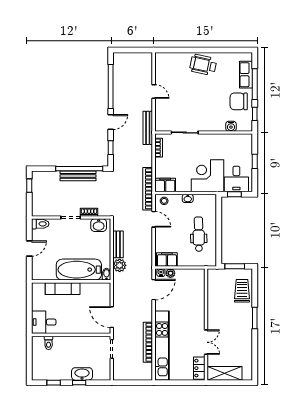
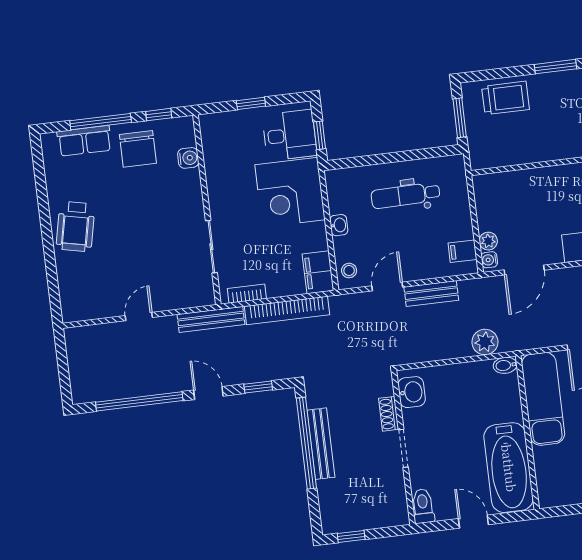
bookcase: (148, 189) -> (287, 310), moved
bench: (118, 244) -> (431, 294), moved
filing cabinet: (167, 260) -> (462, 251), width x0.50
bathtub: (79, 270) -> (509, 468), moved
exam couch: (63, 289) -> (543, 399), moved, width x1.36, depth x1.45
door: (154, 290) -> (524, 270), swing flipped
trolley: (242, 291) -> (505, 98), turned 180

